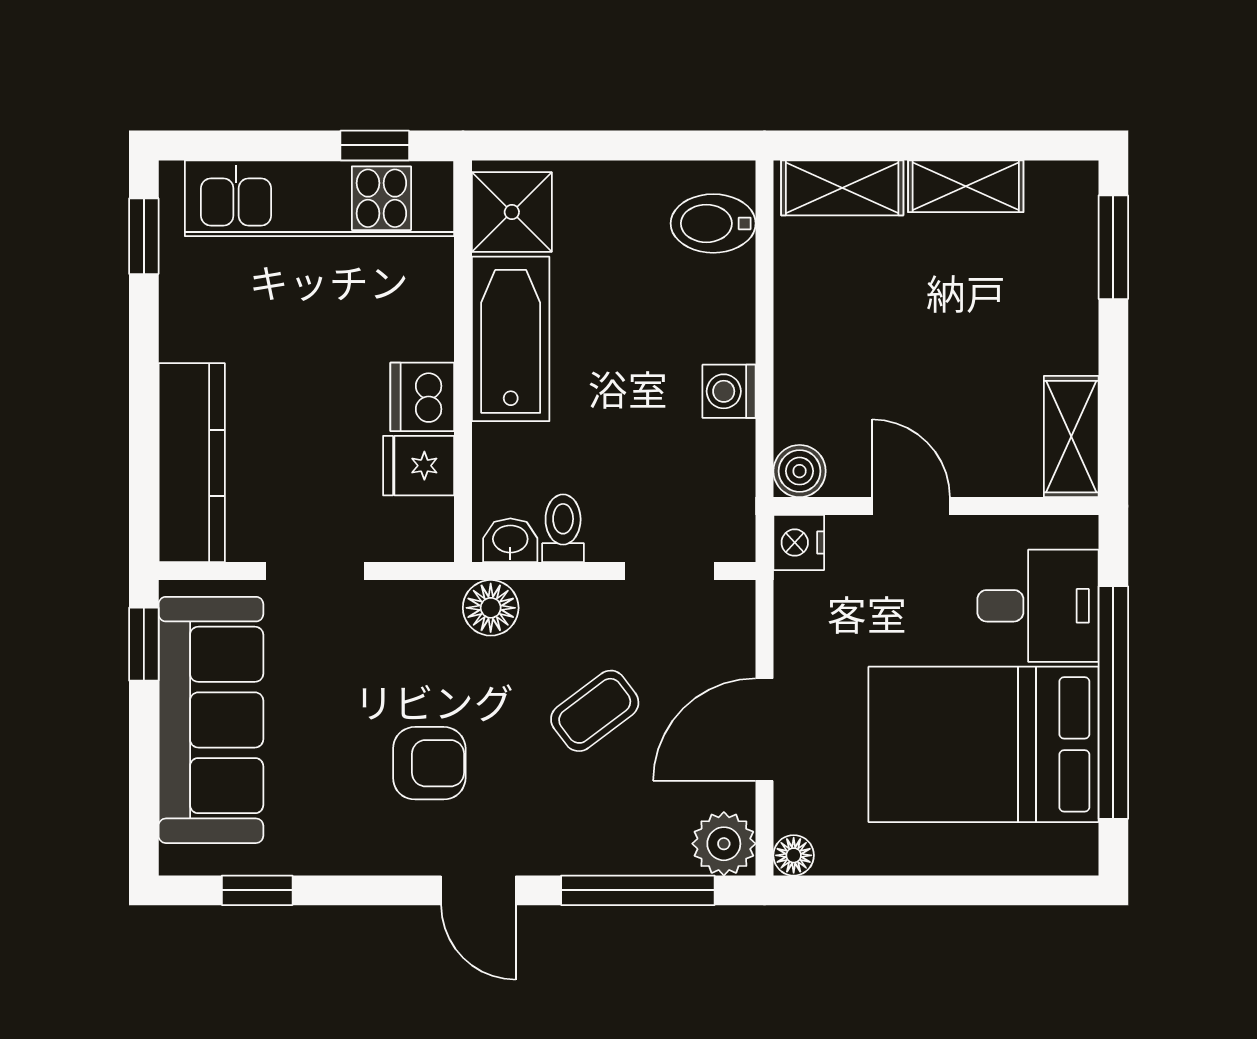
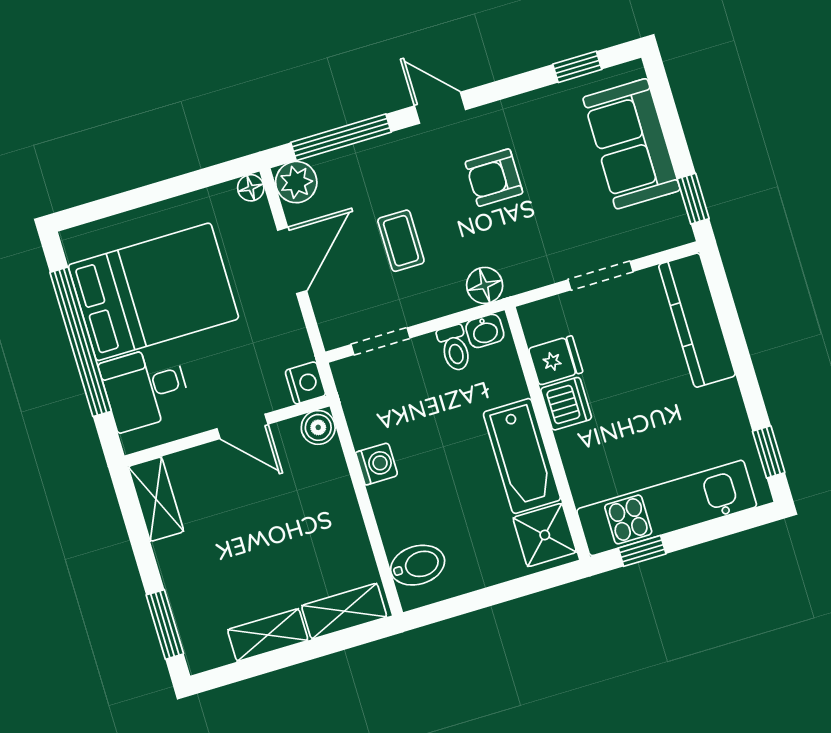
coffee table: (595, 711) -> (401, 241), turned -53
sofa: (211, 720) -> (631, 144), width x0.73

